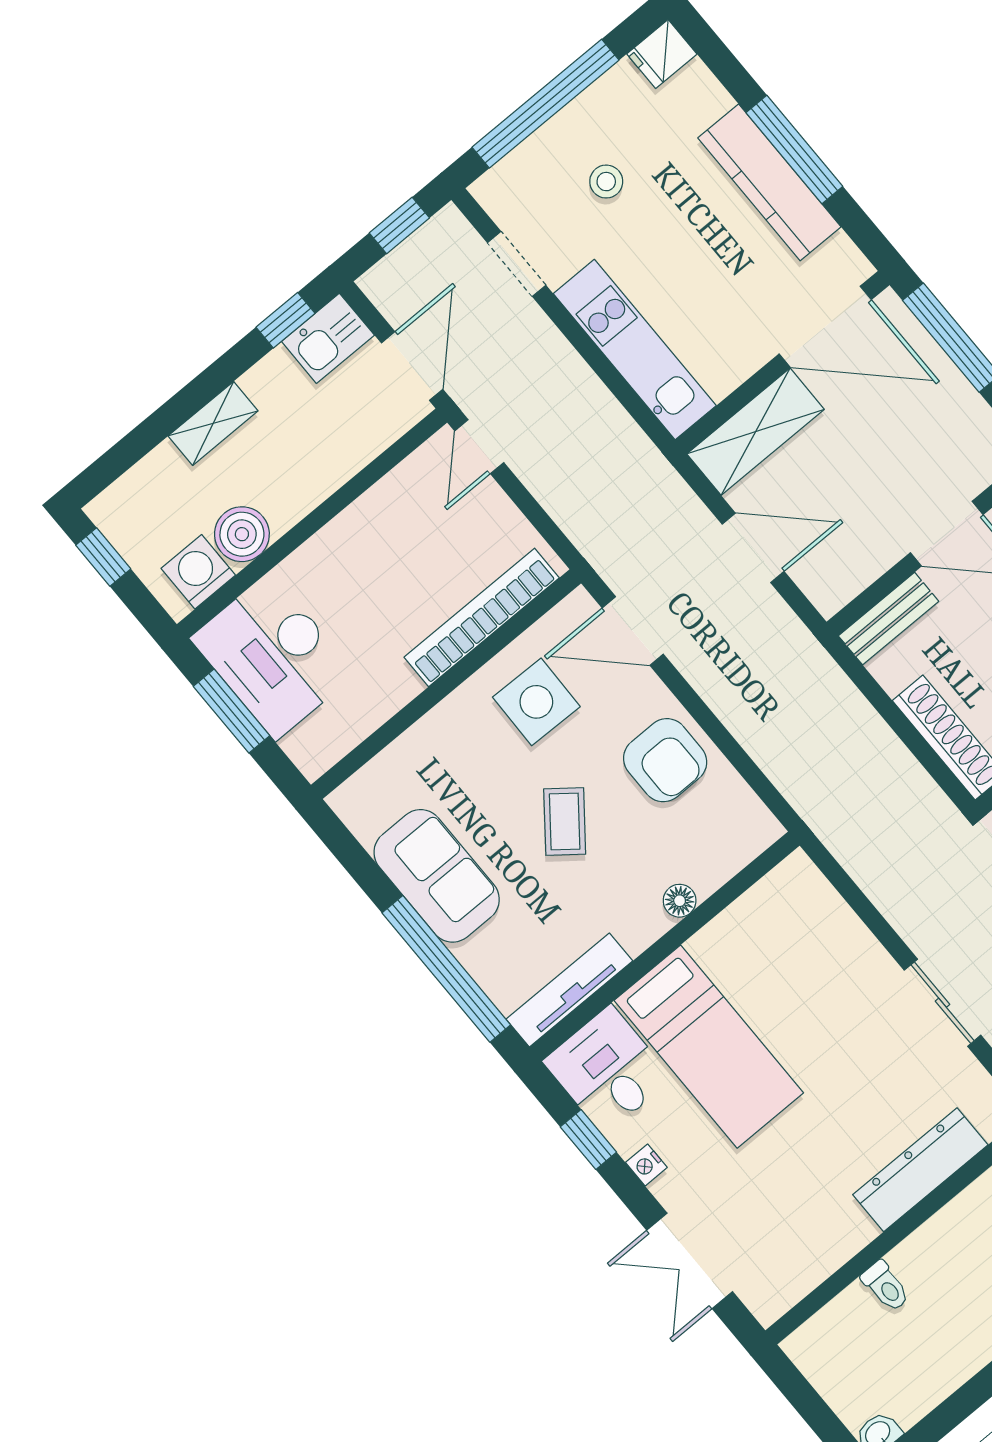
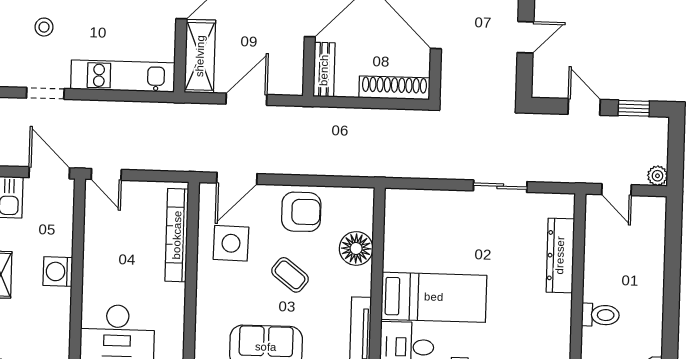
boiler: (242, 534) -> (56, 303), removed
washing machine: (198, 572) -> (58, 272), moved
floor lamp: (680, 901) -> (356, 248), width x1.89, depth x1.89
toilet: (886, 1286) -> (600, 315), width x1.37, depth x1.39

